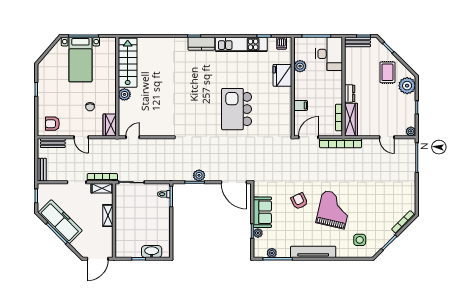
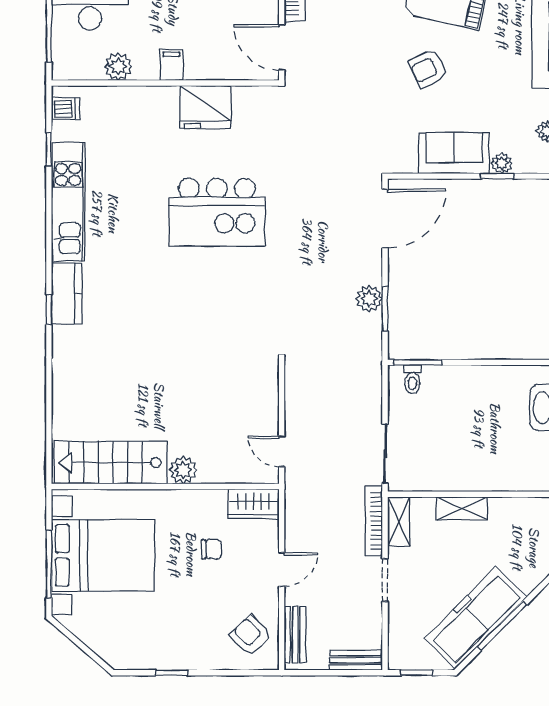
bed with nightstands: (80, 60) -> (103, 555), width x1.36
fridge: (282, 75) -> (205, 107), moved
filing cabinet: (301, 105) -> (171, 65), moved
armchair: (52, 124) -> (251, 635), turned 136

